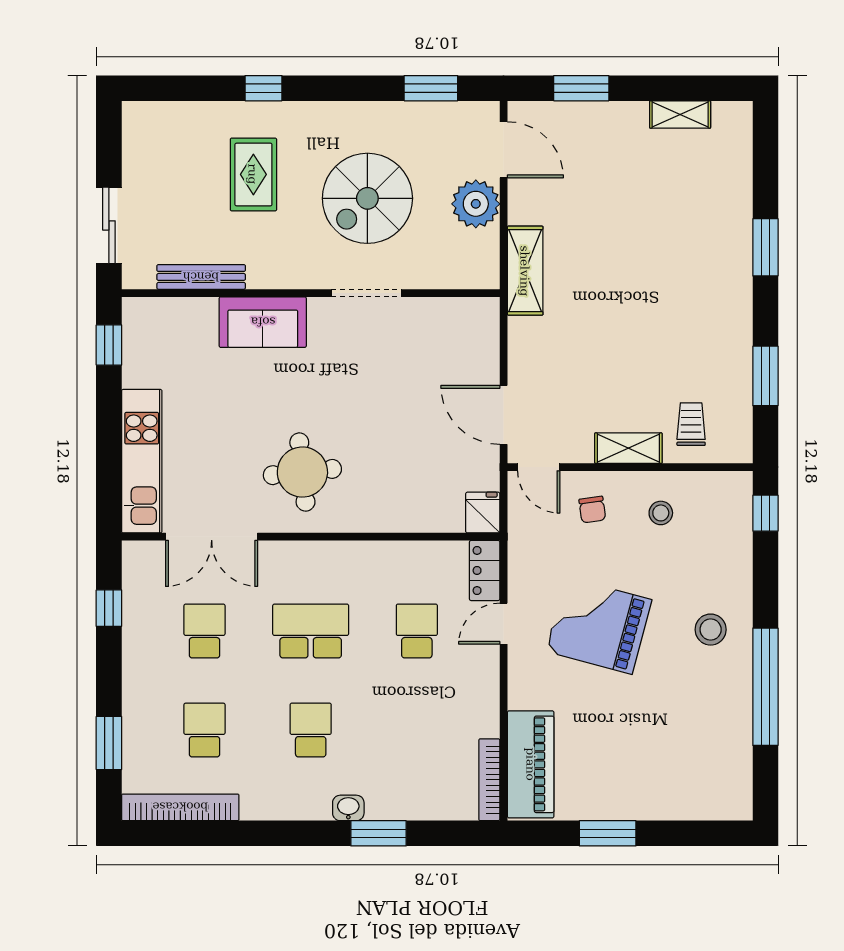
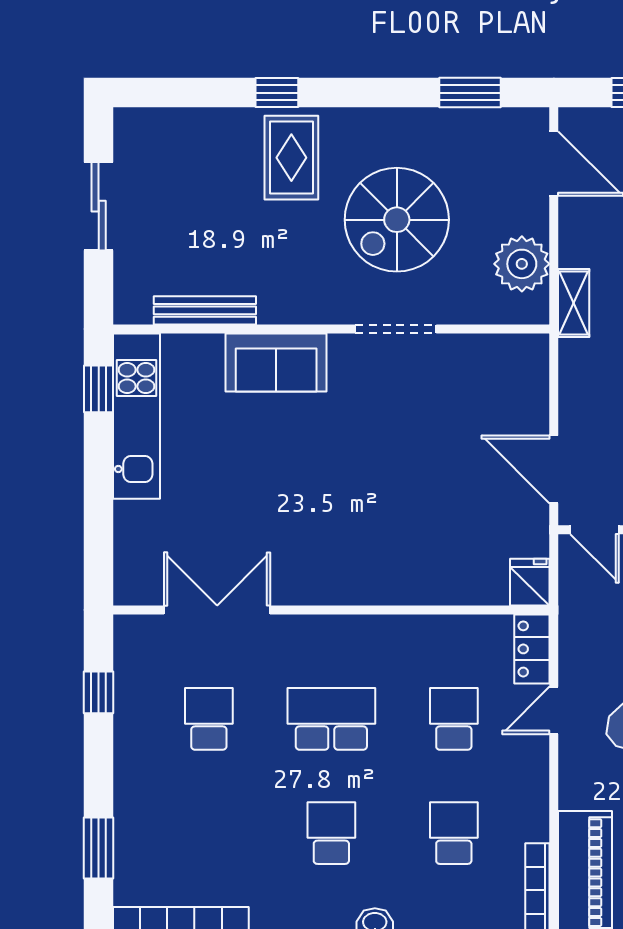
rug: (253, 174) -> (291, 158), moved
plant: (476, 204) -> (522, 264), moved
sliding door: (109, 225) -> (99, 206), moved
shelving: (525, 271) -> (574, 303), width x0.67, depth x0.75
kitchen unit: (142, 461) -> (136, 416), moved
round table: (302, 472) -> (322, 535), removed
double door: (212, 537) -> (217, 610), swing flipped
school desk: (204, 730) -> (454, 833), moved

